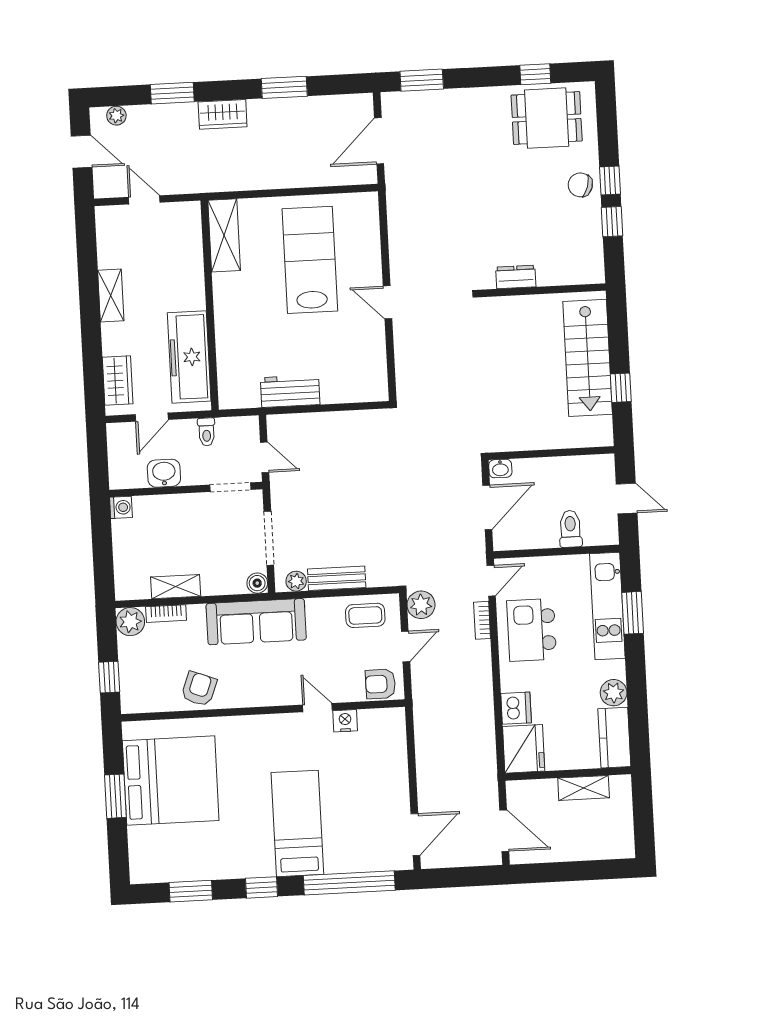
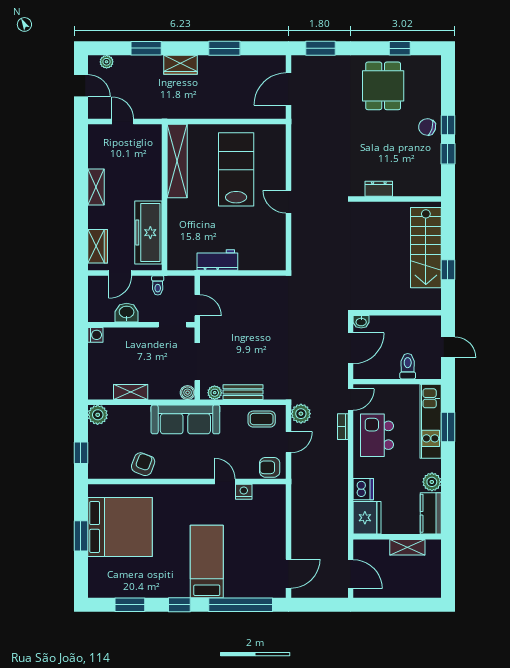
dining table: (547, 118) -> (383, 86), moved, turned 90
shelving: (224, 235) -> (177, 161), width x1.47
bookcase: (166, 614) -> (123, 410), removed

